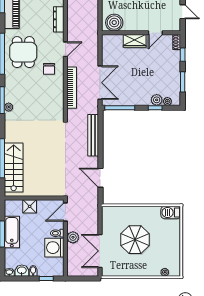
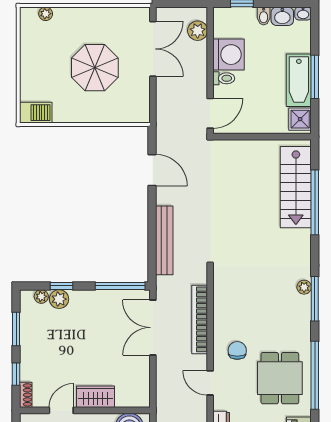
door: (65, 49) -> (210, 383), hinge flipped
shower: (30, 206) -> (300, 119), moved
plant: (73, 237) -> (198, 31), moved

